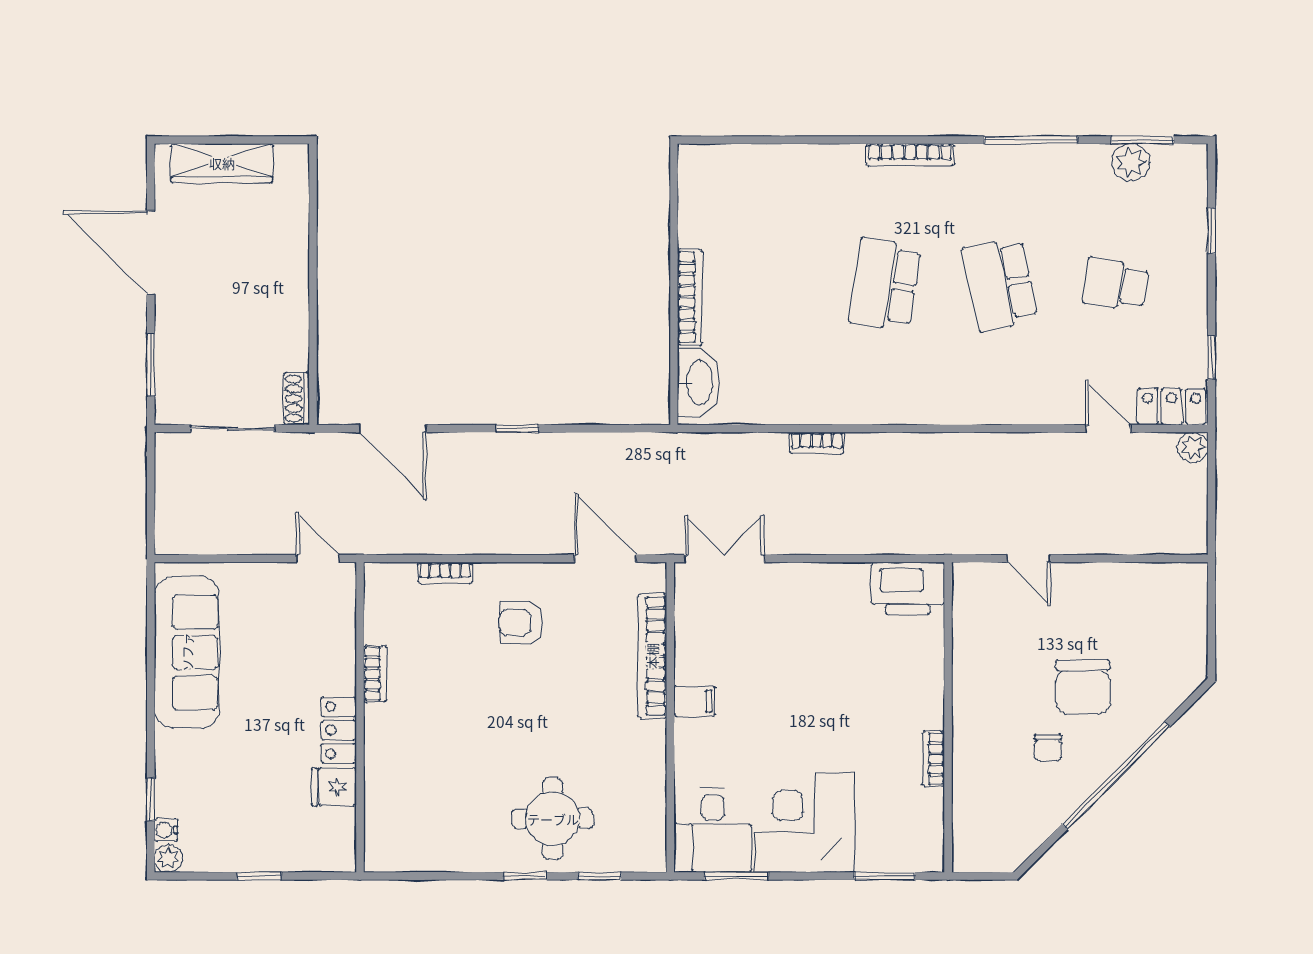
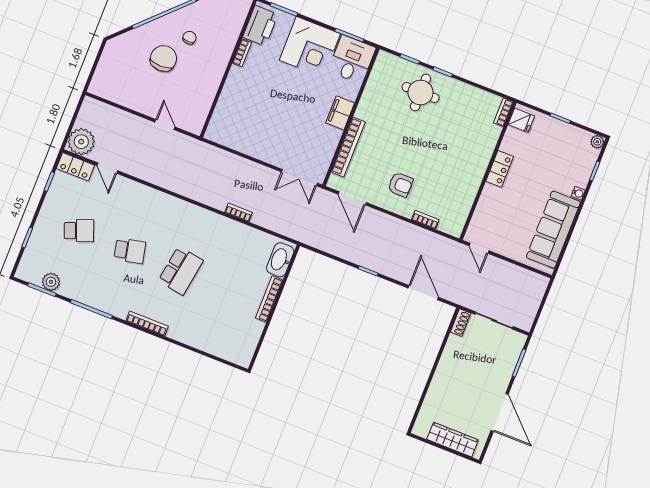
school desk: (1000, 284) -> (130, 251), width x0.54
school desk: (1115, 284) -> (79, 231), turned -30
plant: (1193, 447) -> (81, 142), width x1.87, depth x1.87
printer: (908, 588) -> (260, 26), moved, turned 90
bookcase: (375, 674) -> (503, 112), moved
filing cabinet: (695, 701) -> (340, 113), width x2.00
fridge: (334, 787) -> (521, 120), moved
water cooler: (166, 830) -> (578, 193), moved

